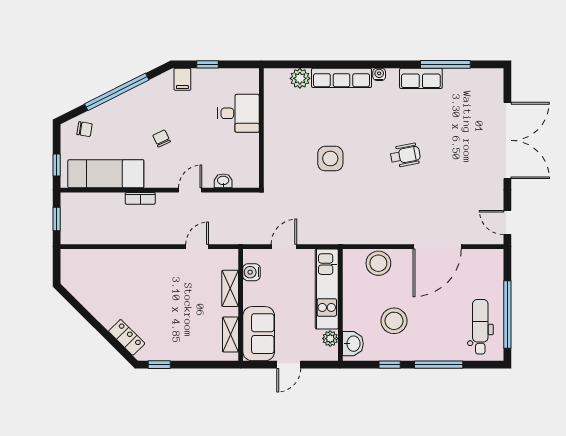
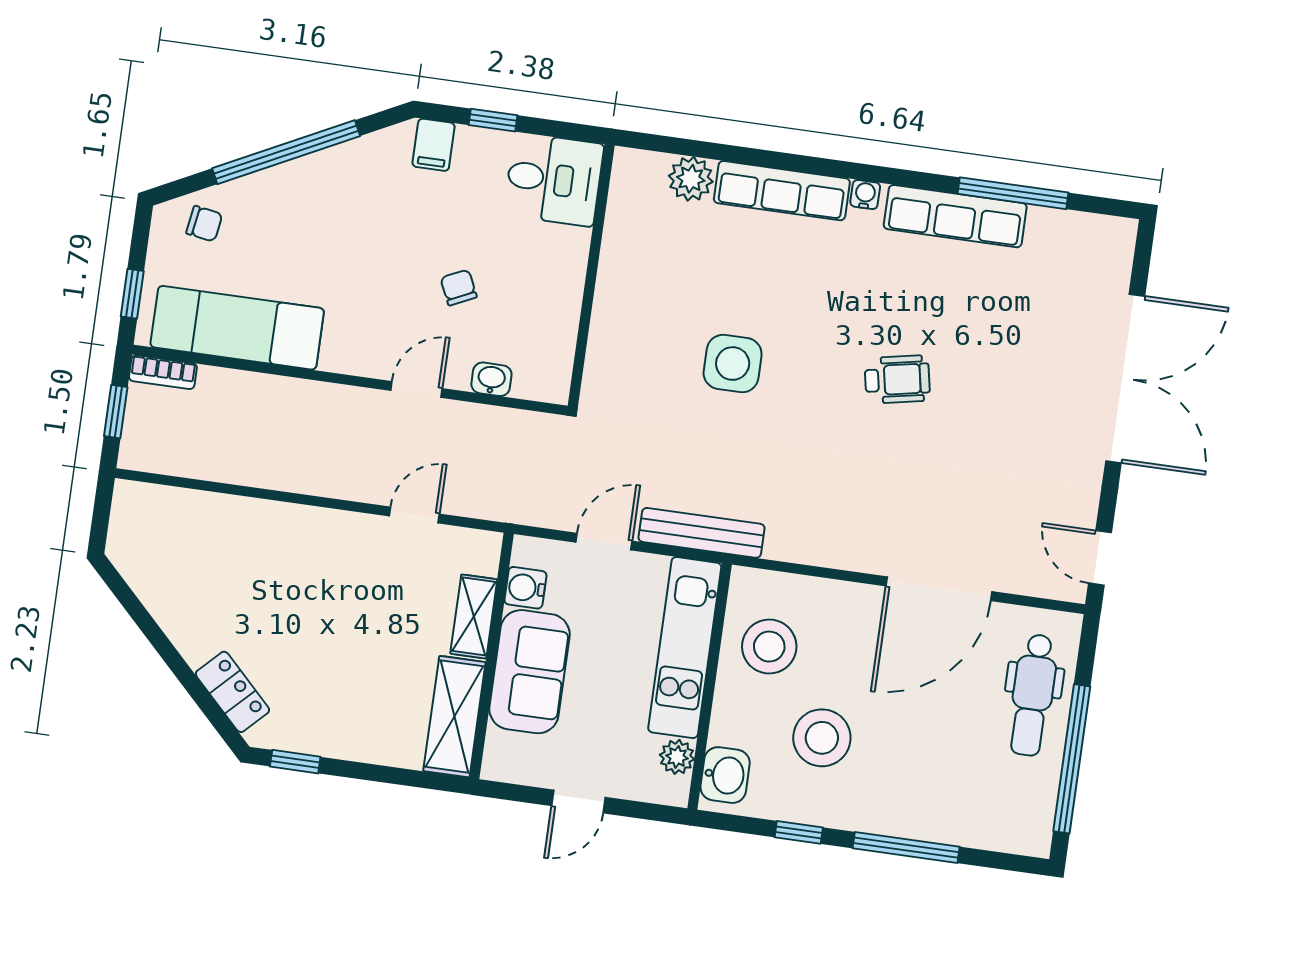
row of seats: (421, 78) -> (955, 216), width x1.48
desk: (238, 113) -> (554, 180), moved
chair: (162, 139) -> (459, 287), moved
bookcase: (140, 198) -> (163, 372), moved
bench: (327, 236) -> (701, 533), added
stool: (378, 263) -> (769, 647), moved
dental chair: (480, 327) -> (1033, 695), moved, turned 180
shelving: (230, 334) -> (454, 717), width x1.50, depth x1.33
sofa: (259, 334) -> (530, 672), moved

